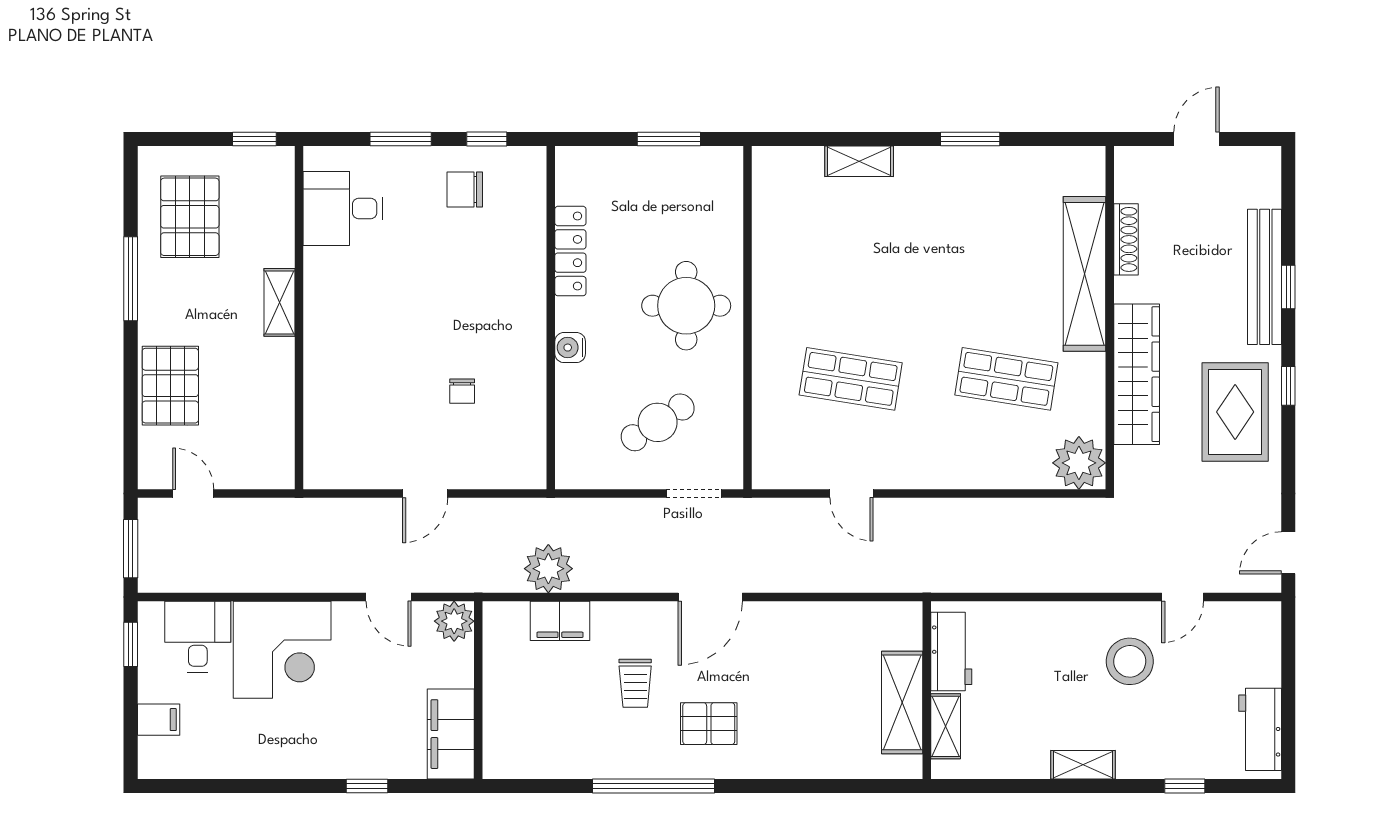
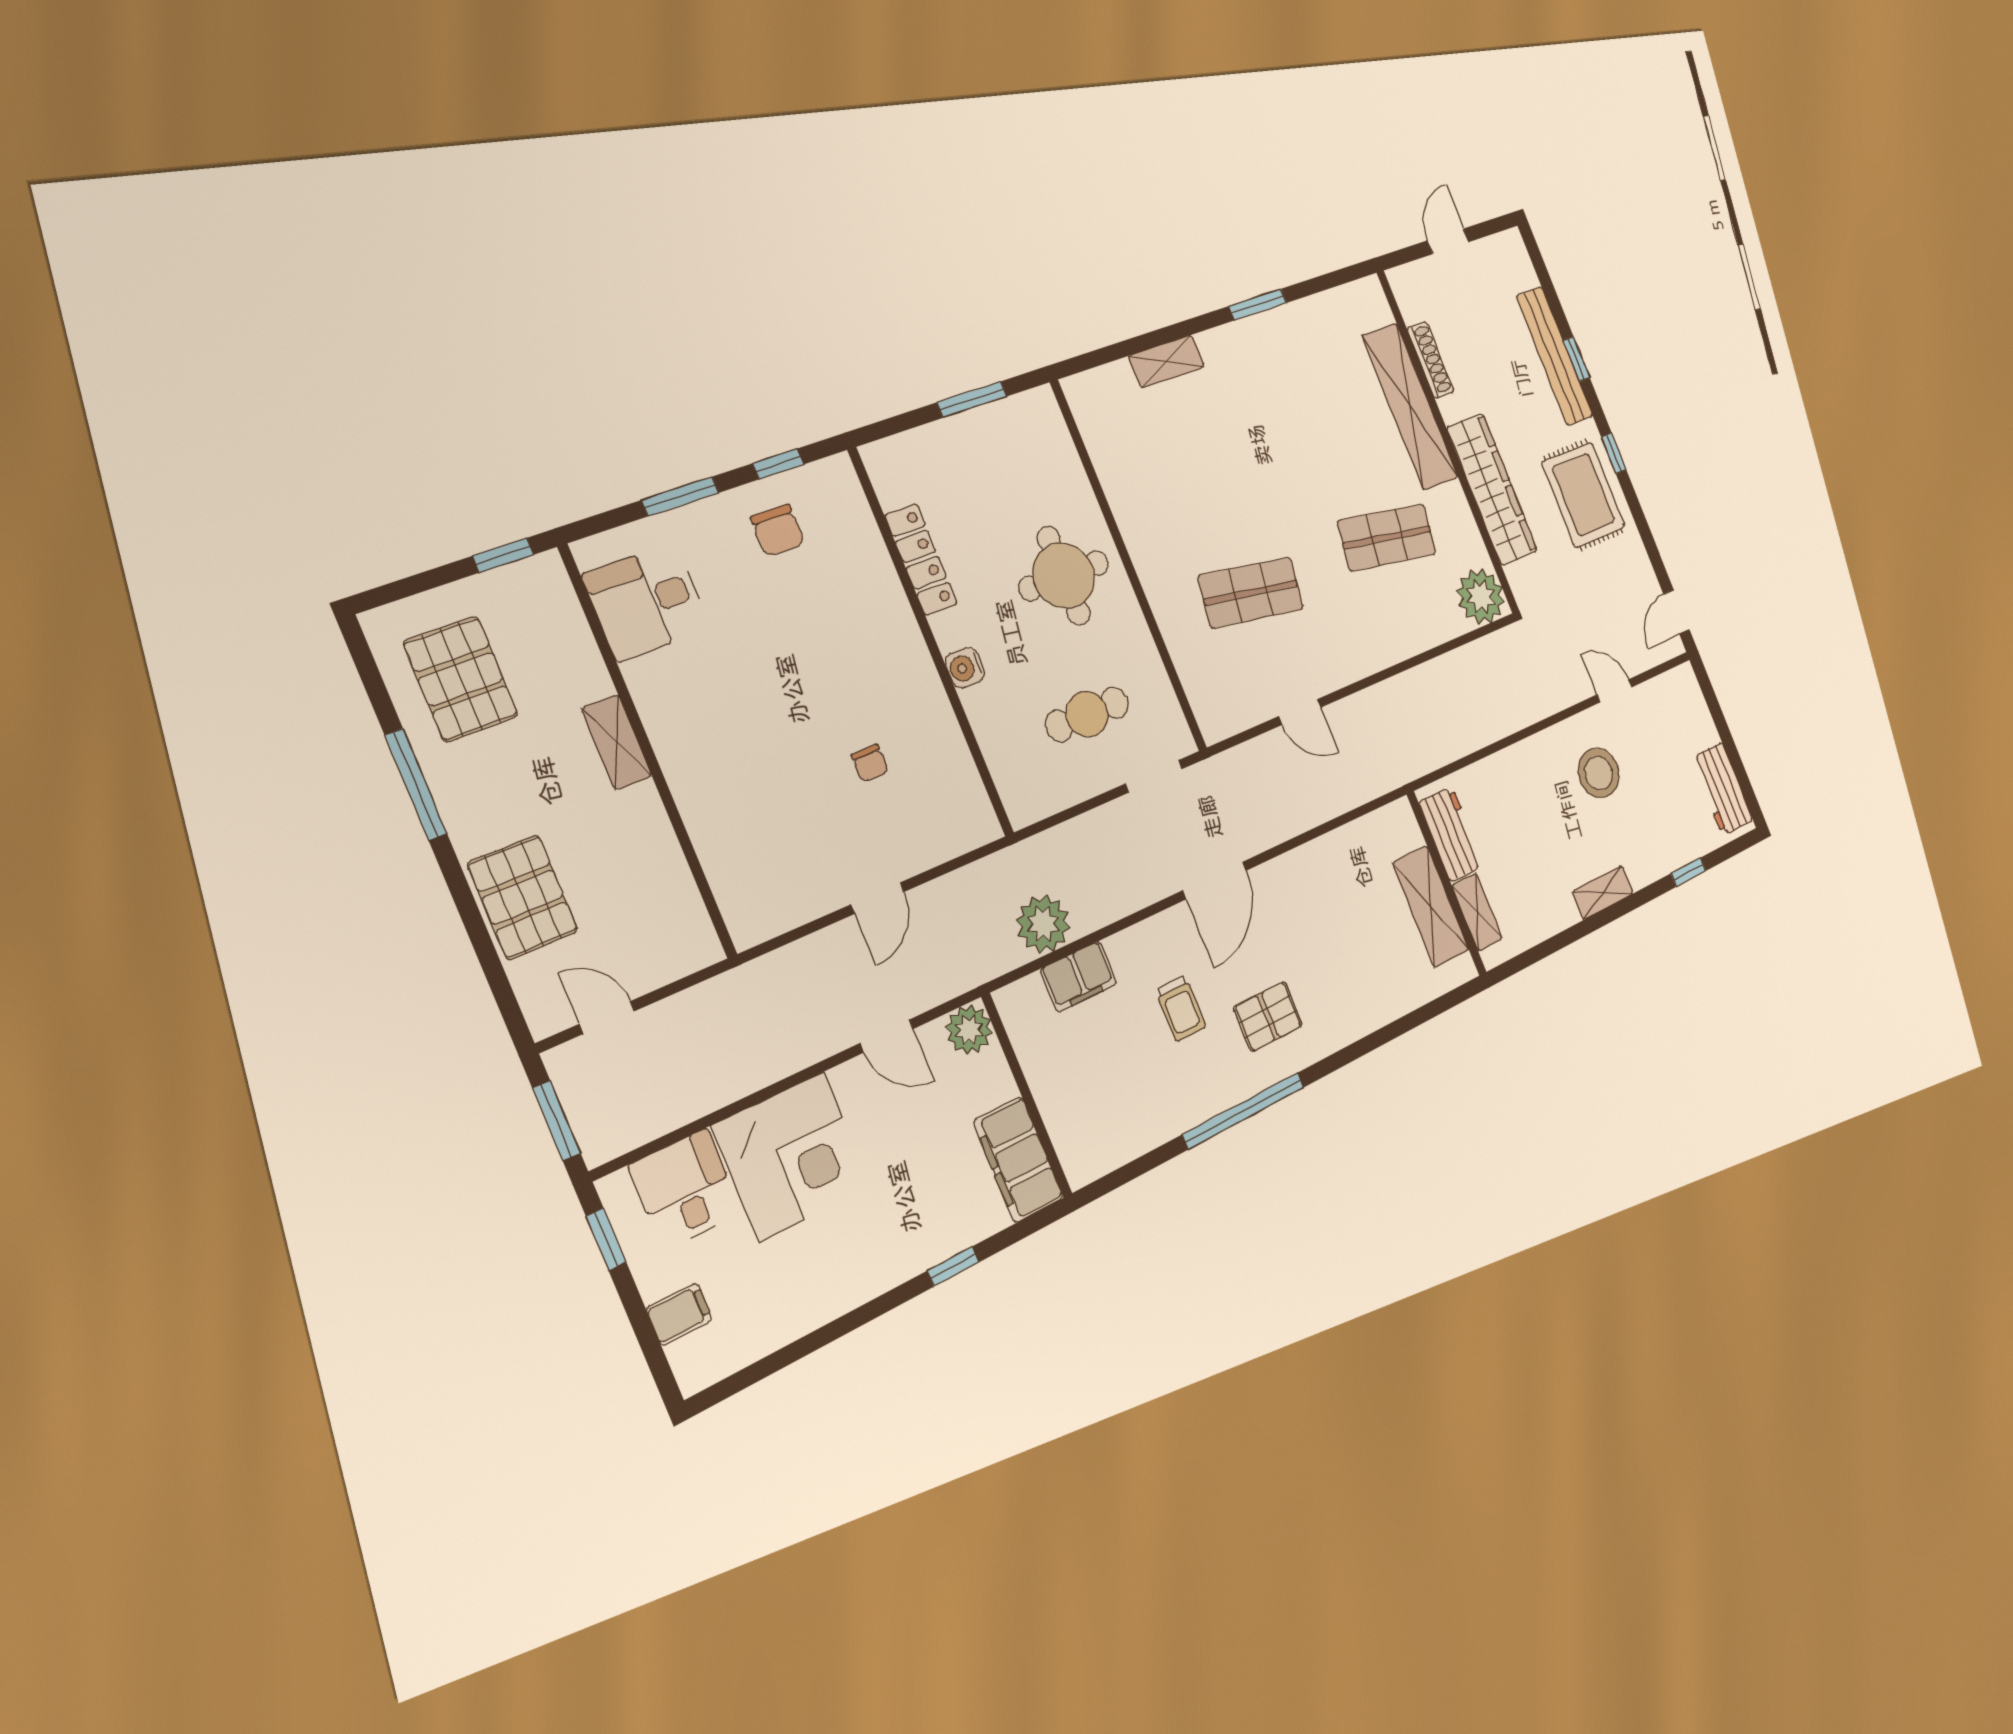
chair: (465, 190) -> (778, 530), turned -90
cafe table: (658, 422) -> (1087, 714), turned 33
door: (1183, 597) -> (1614, 691), swing flipped

